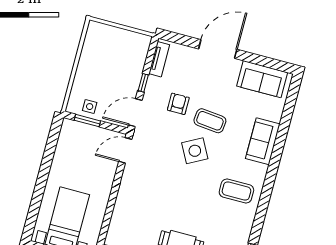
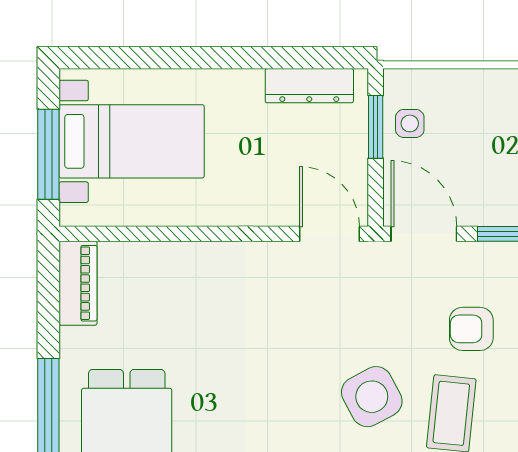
armchair: (178, 104) -> (471, 329), turned 180
dresser: (64, 143) -> (309, 86), added

